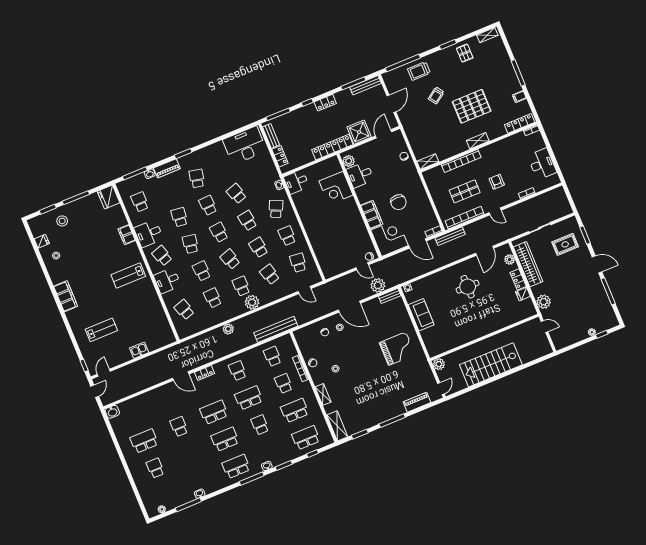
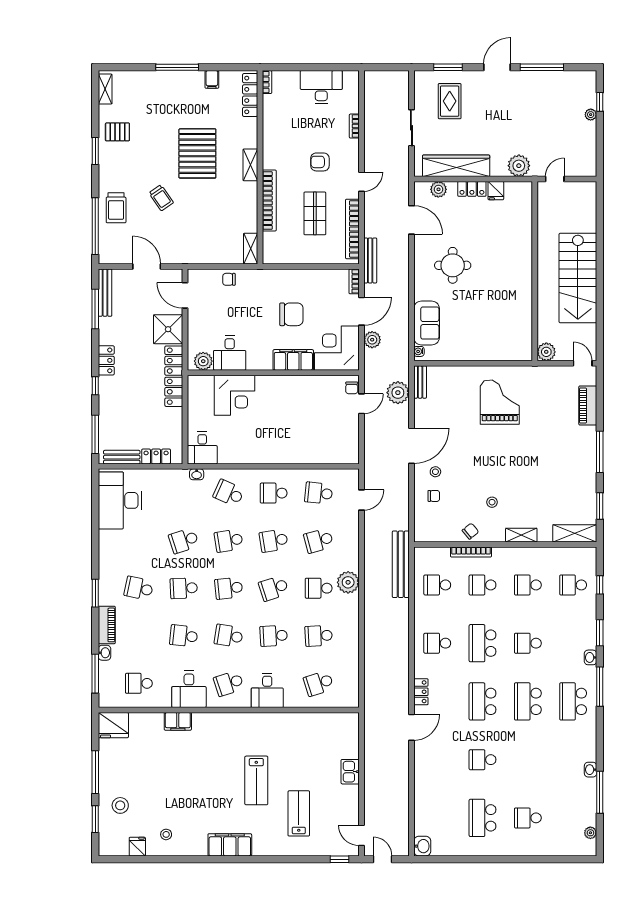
lab bench: (128, 275) -> (256, 780), moved
sofa: (421, 315) -> (427, 323), moved, turned 90
plant: (228, 329) -> (372, 340), moved
school desk: (295, 411) -> (528, 585), width x0.54
school desk: (306, 438) -> (573, 585), width x0.54

